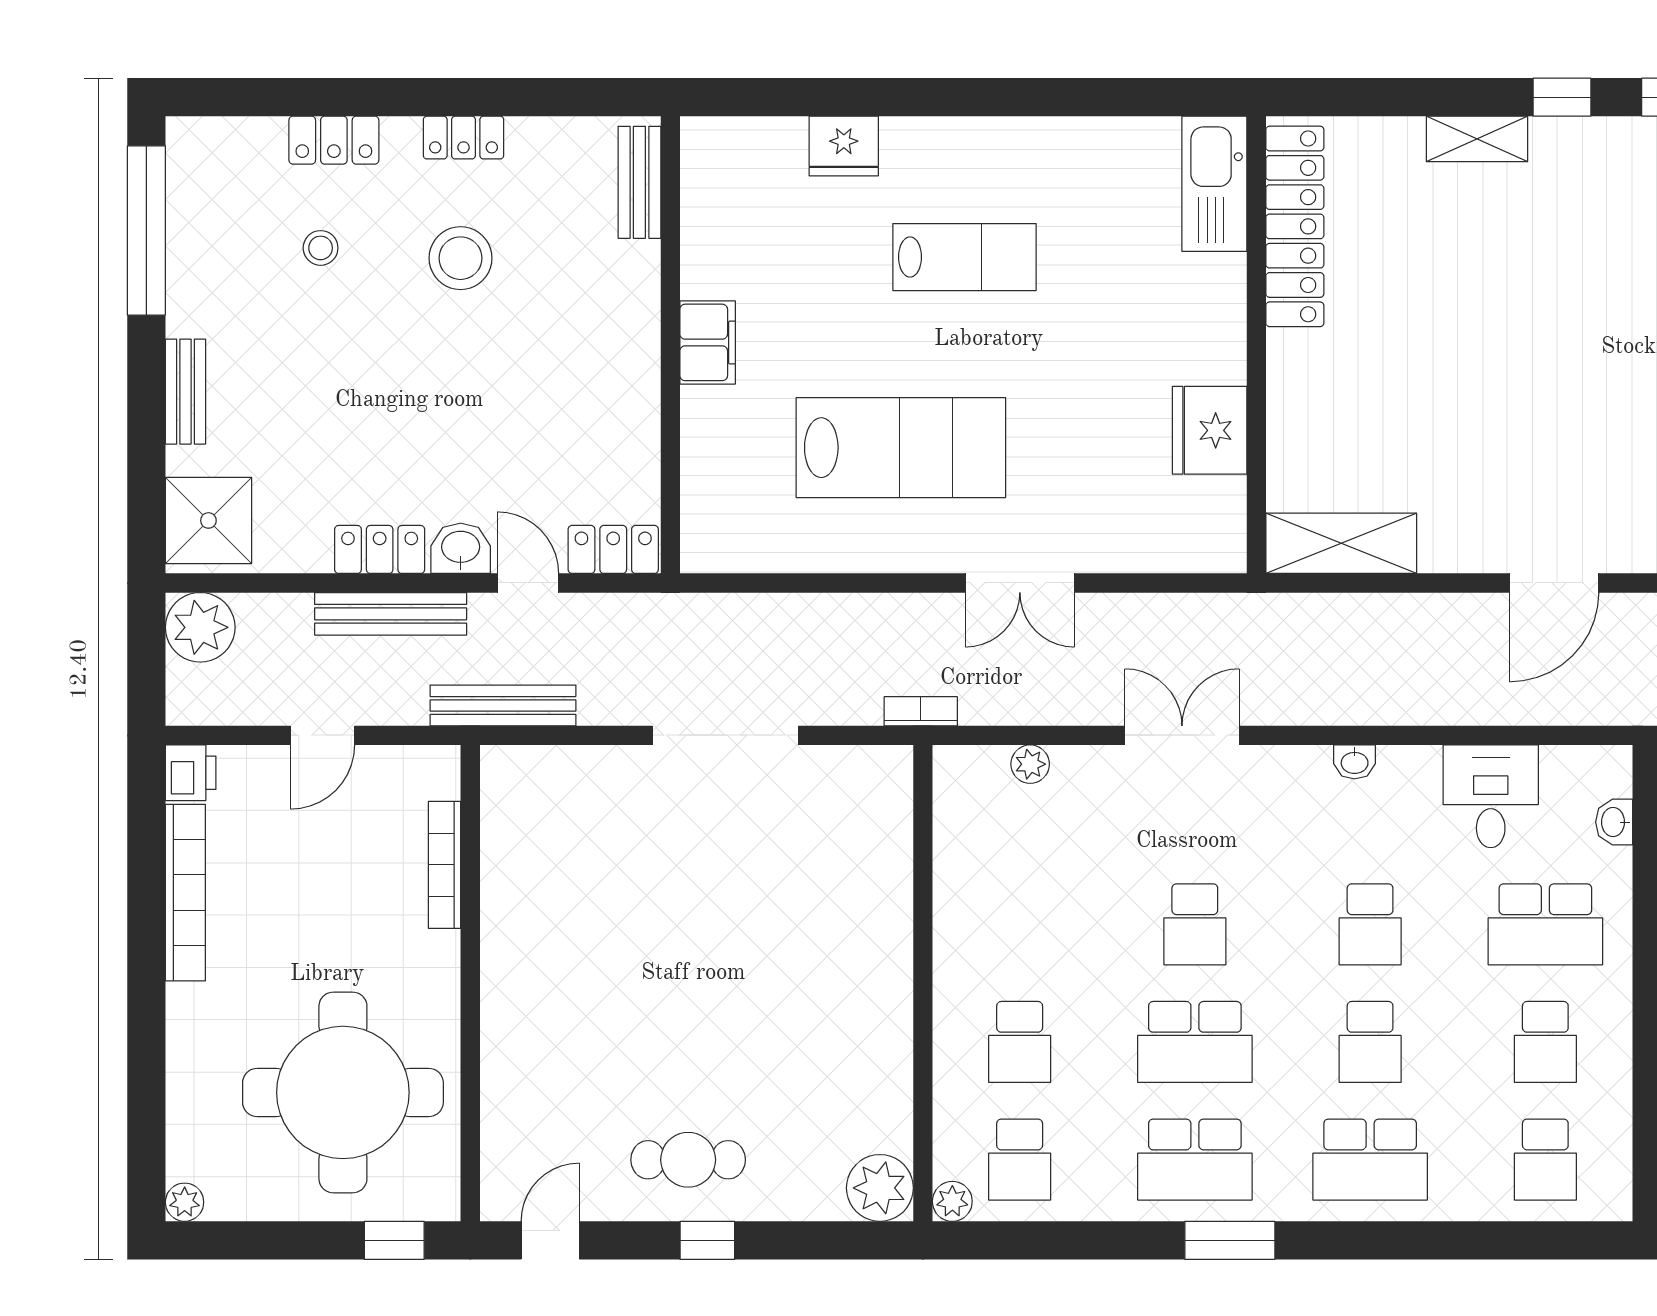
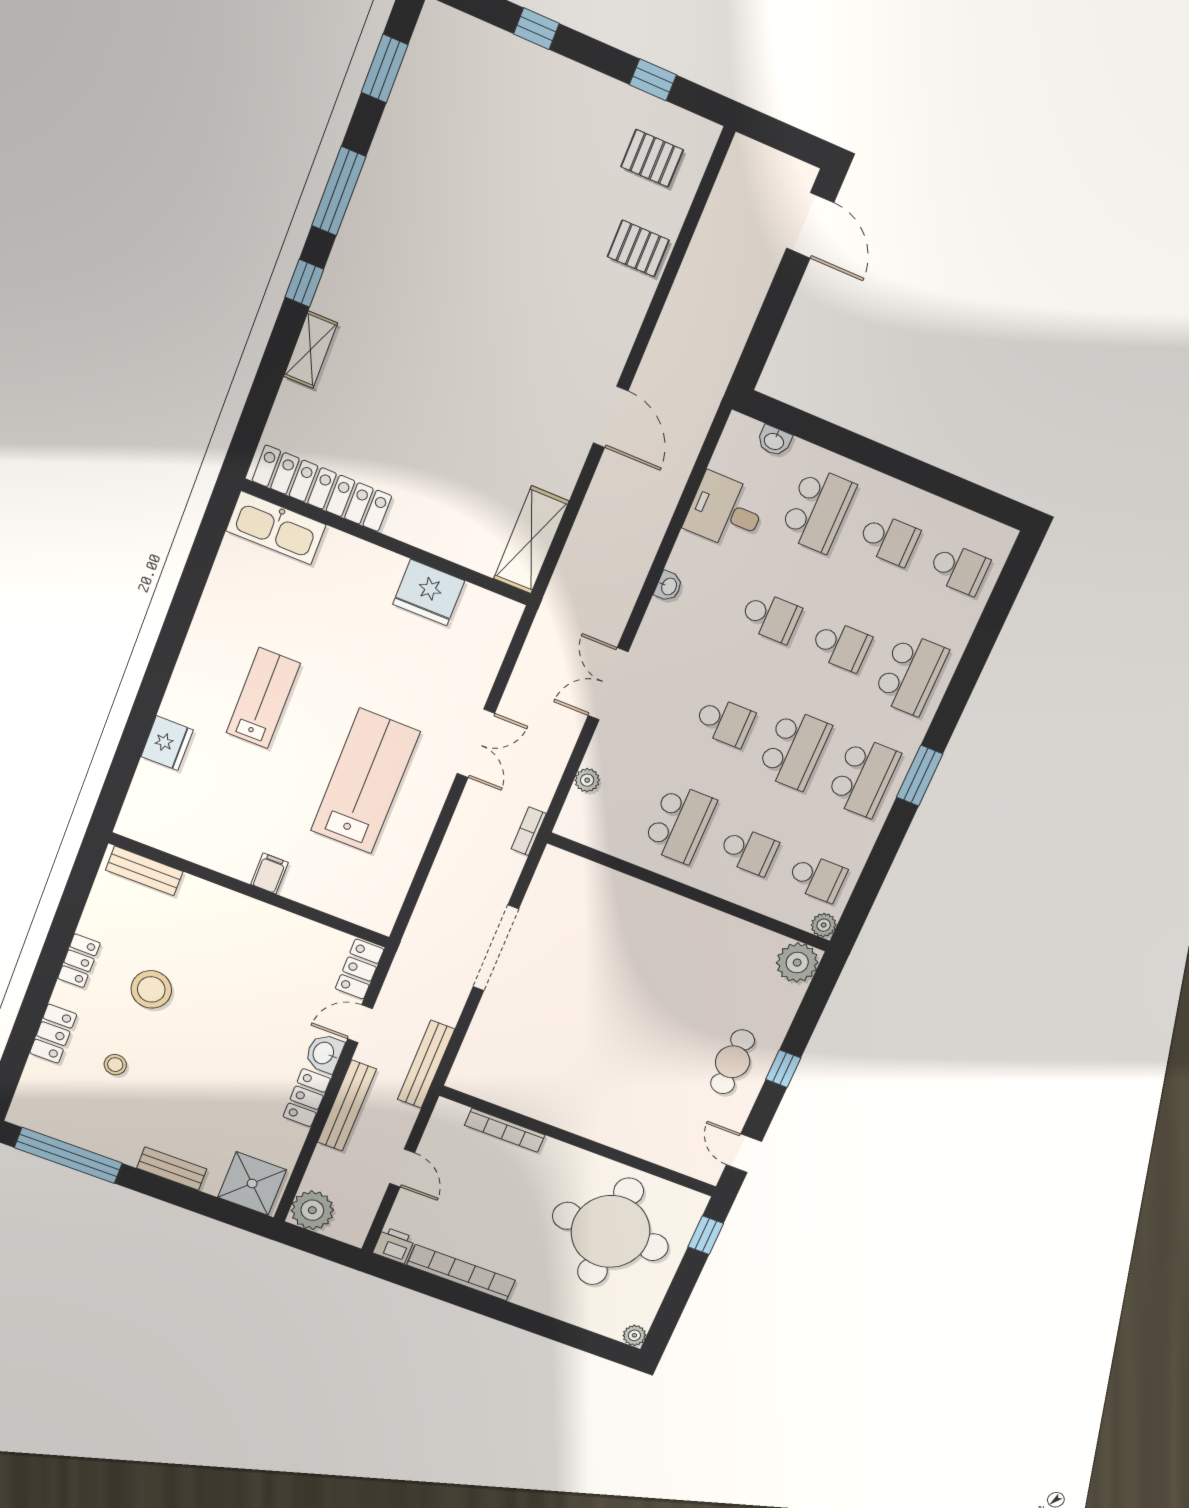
filing cabinet: (708, 342) -> (269, 873), width x0.50
school desk: (1020, 924) -> (680, 824), added

